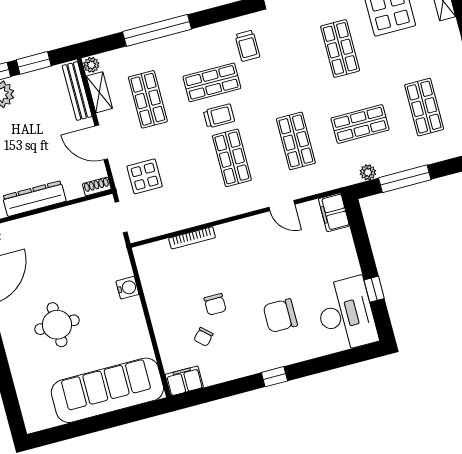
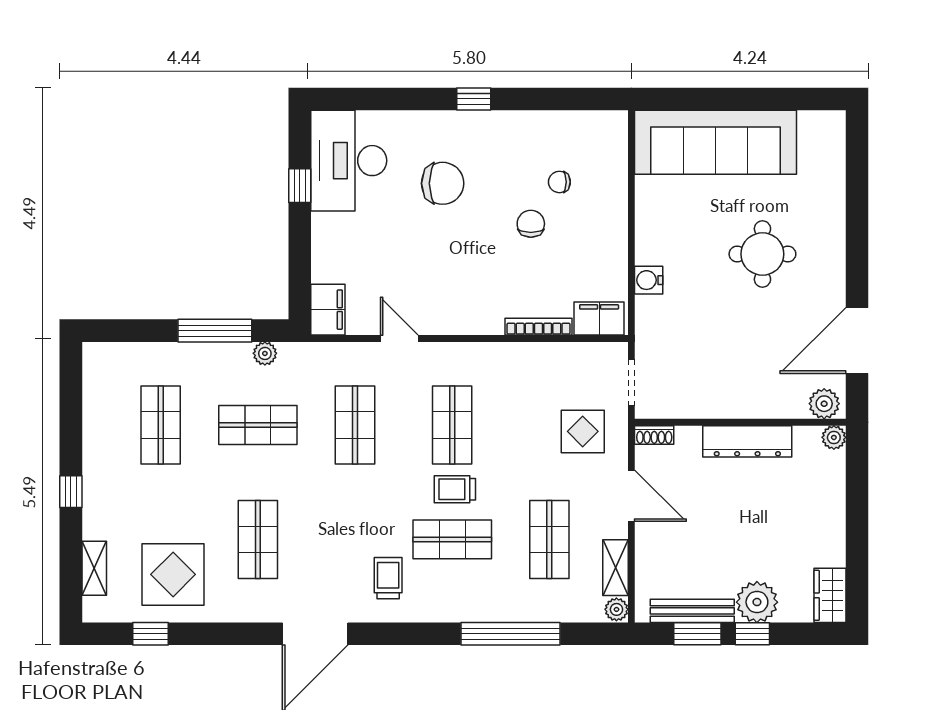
bench: (77, 91) -> (692, 611), moved, turned 90
chair: (203, 337) -> (559, 182), turned -132
filing cabinet: (184, 381) -> (599, 319), moved, turned 180

